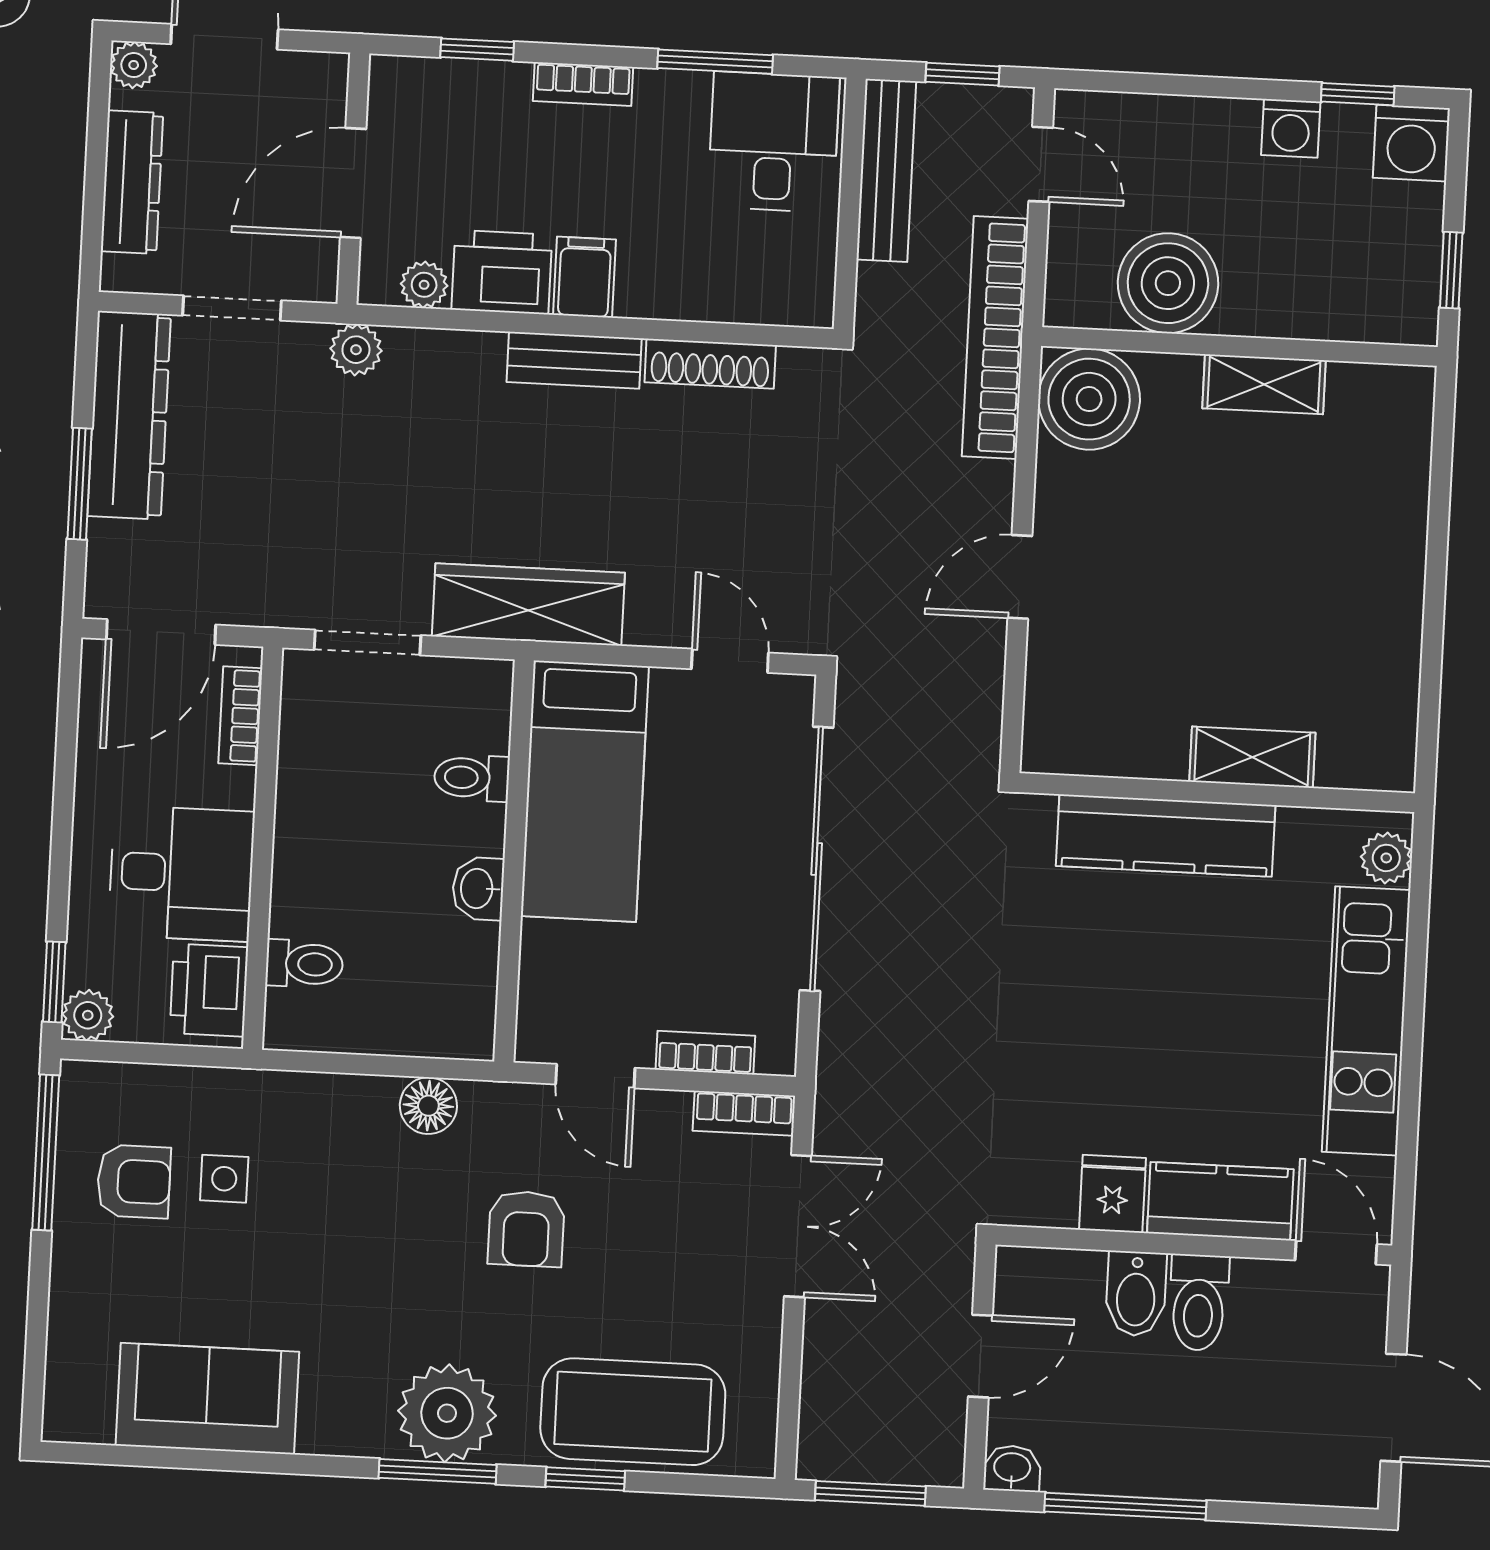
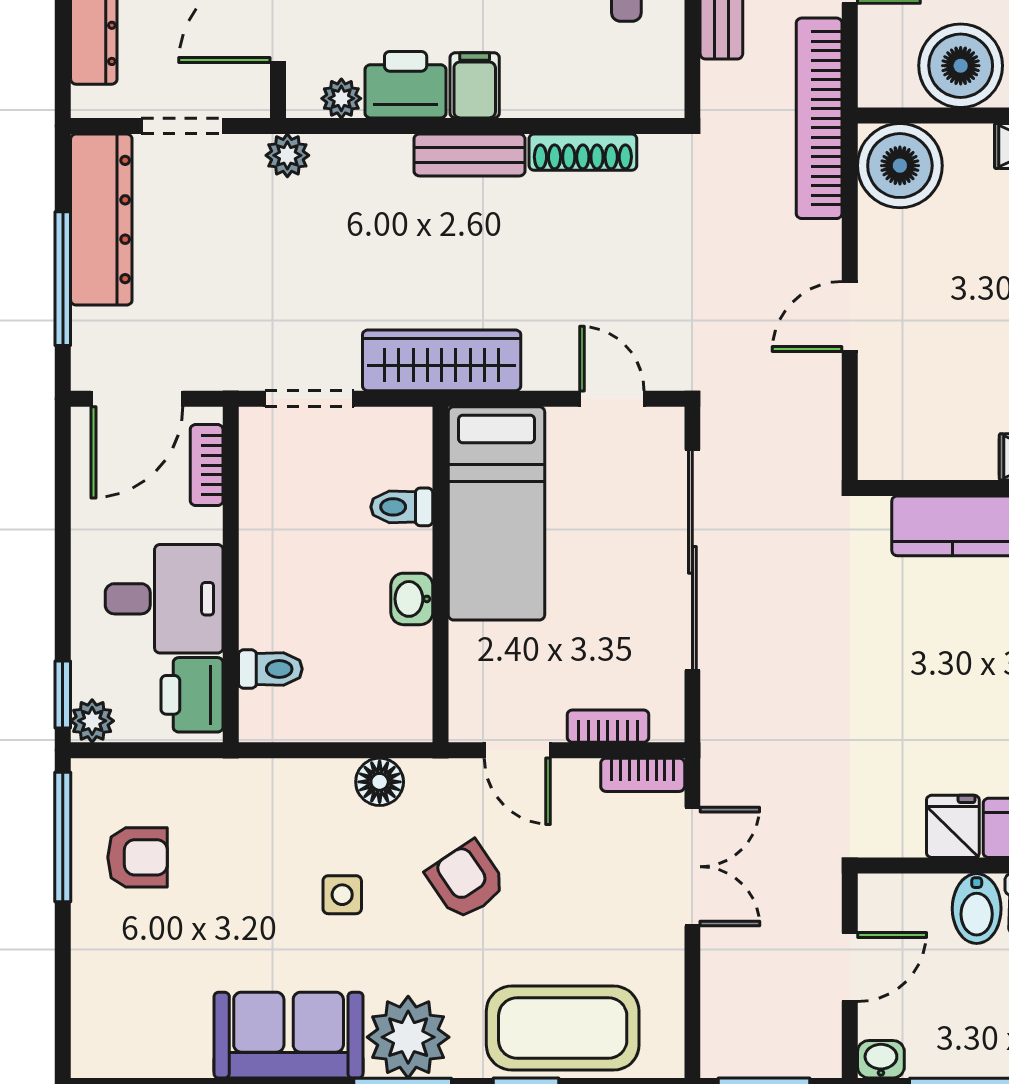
window: (80, 484) -> (63, 279), width x1.44
side table: (224, 1179) -> (342, 895), moved
armchair: (526, 1229) -> (466, 880), turned 146
sofa: (207, 1399) -> (289, 1035), moved

